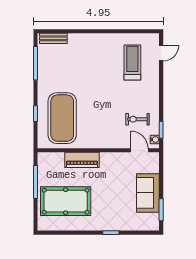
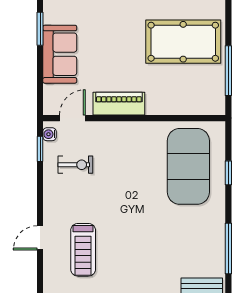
door: (161, 53) -> (40, 238), moved
door: (140, 150) -> (72, 118), swing flipped
piano: (82, 160) -> (119, 104), moved

